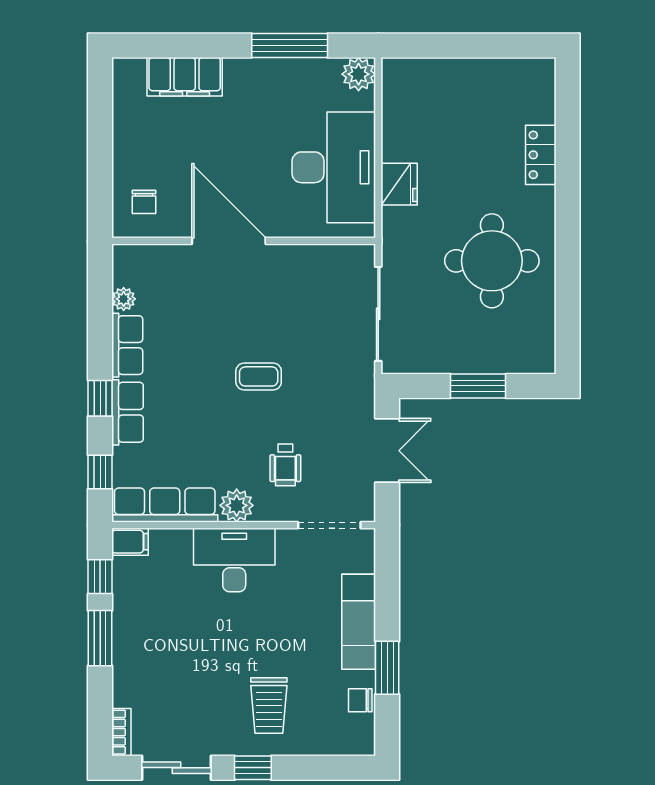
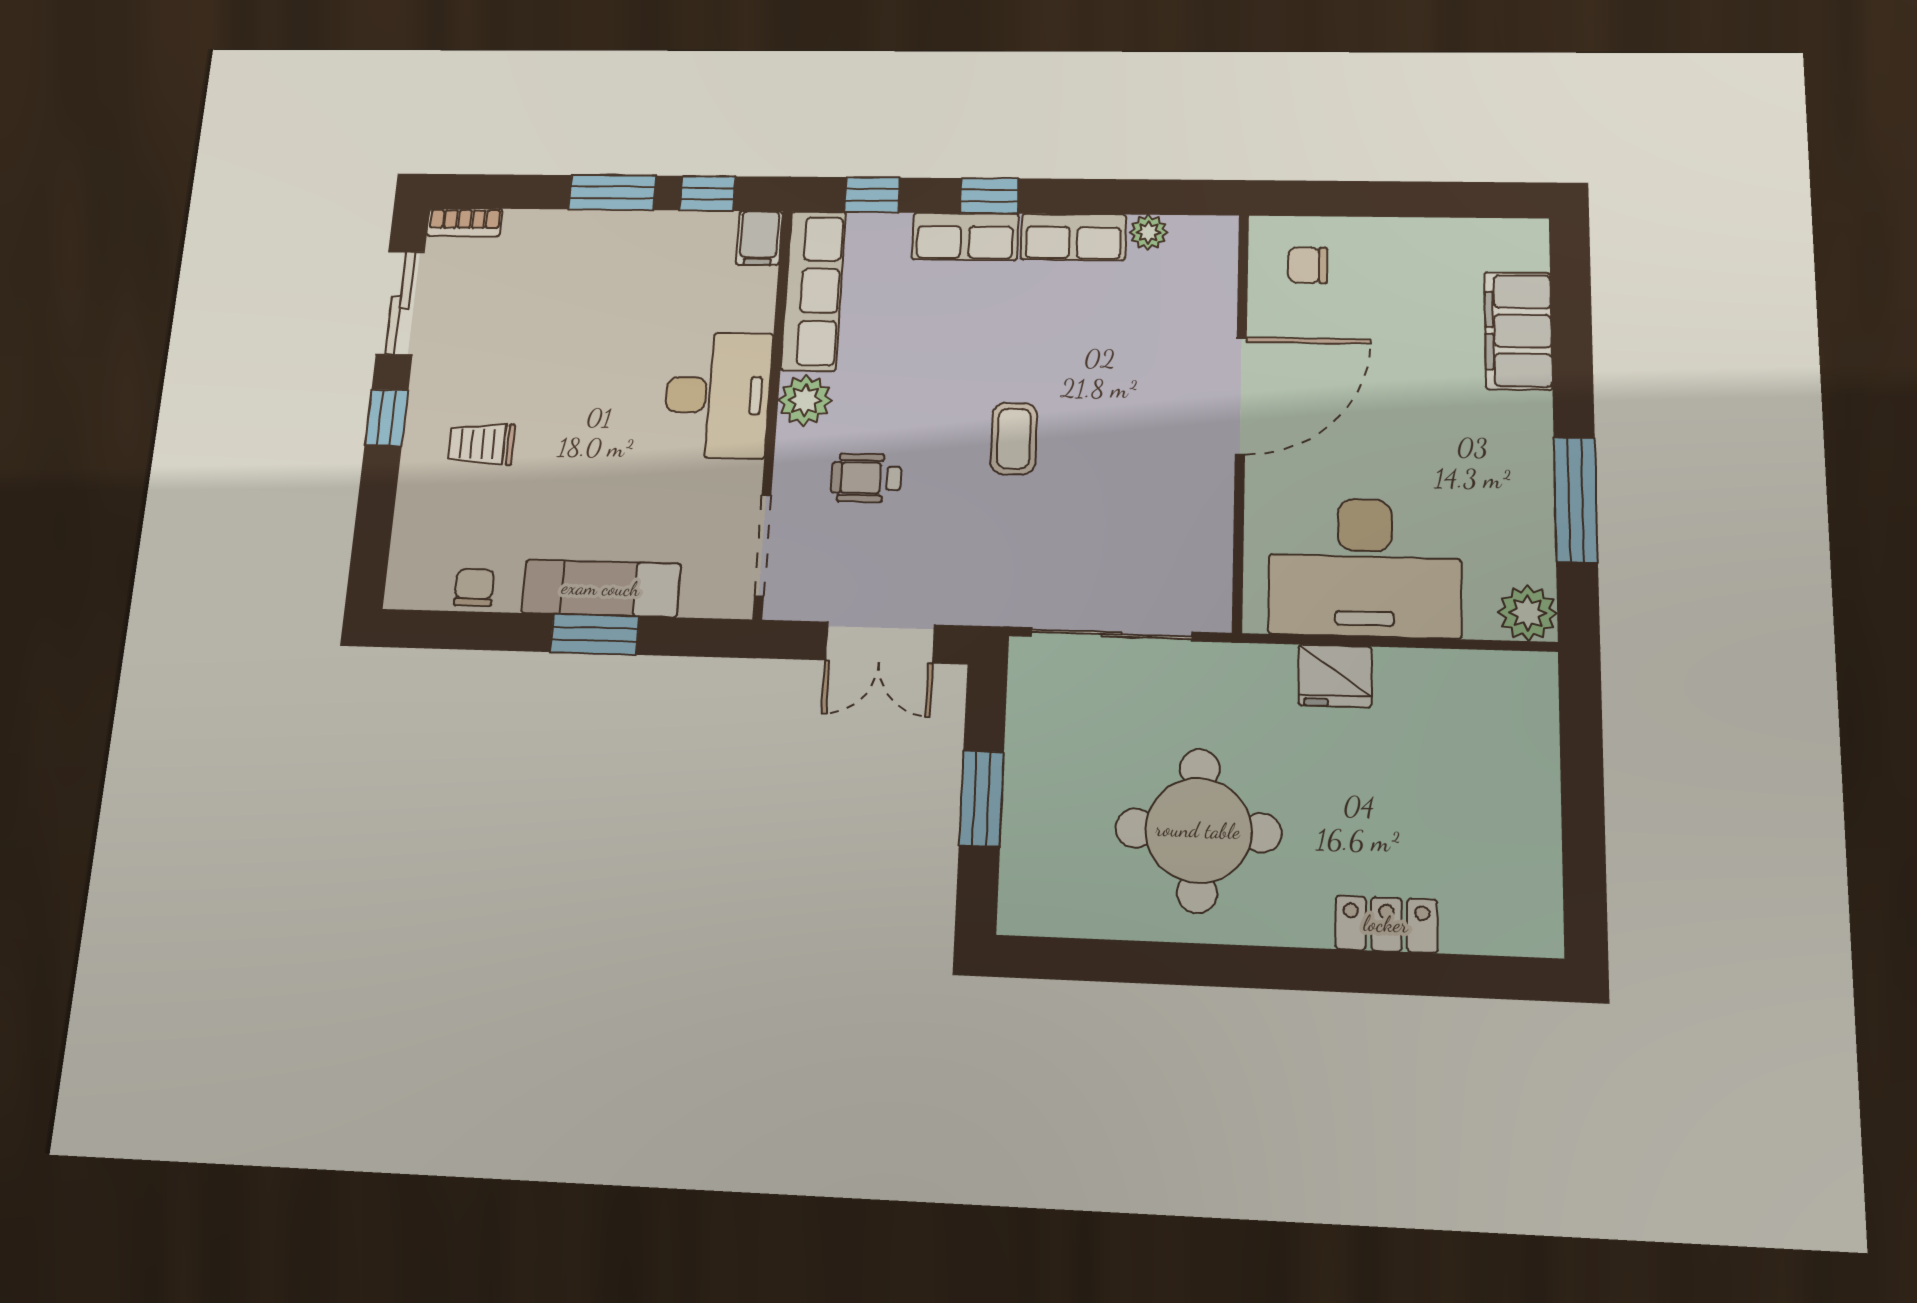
window: (387, 668) -> (595, 634), moved
trolley: (269, 705) -> (481, 444), width x0.73, depth x0.72

